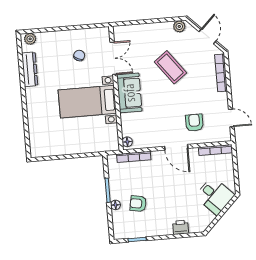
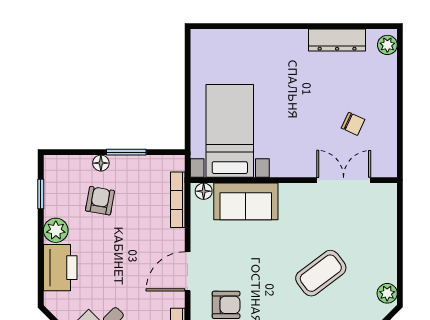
double door: (113, 58) -> (344, 180), swing flipped
sofa: (129, 93) -> (246, 201), moved
bed with nightstands: (87, 102) -> (230, 131), moved
printer: (181, 227) -> (60, 268), width x1.87, depth x1.48
plant: (158, 229) -> (56, 230), added

